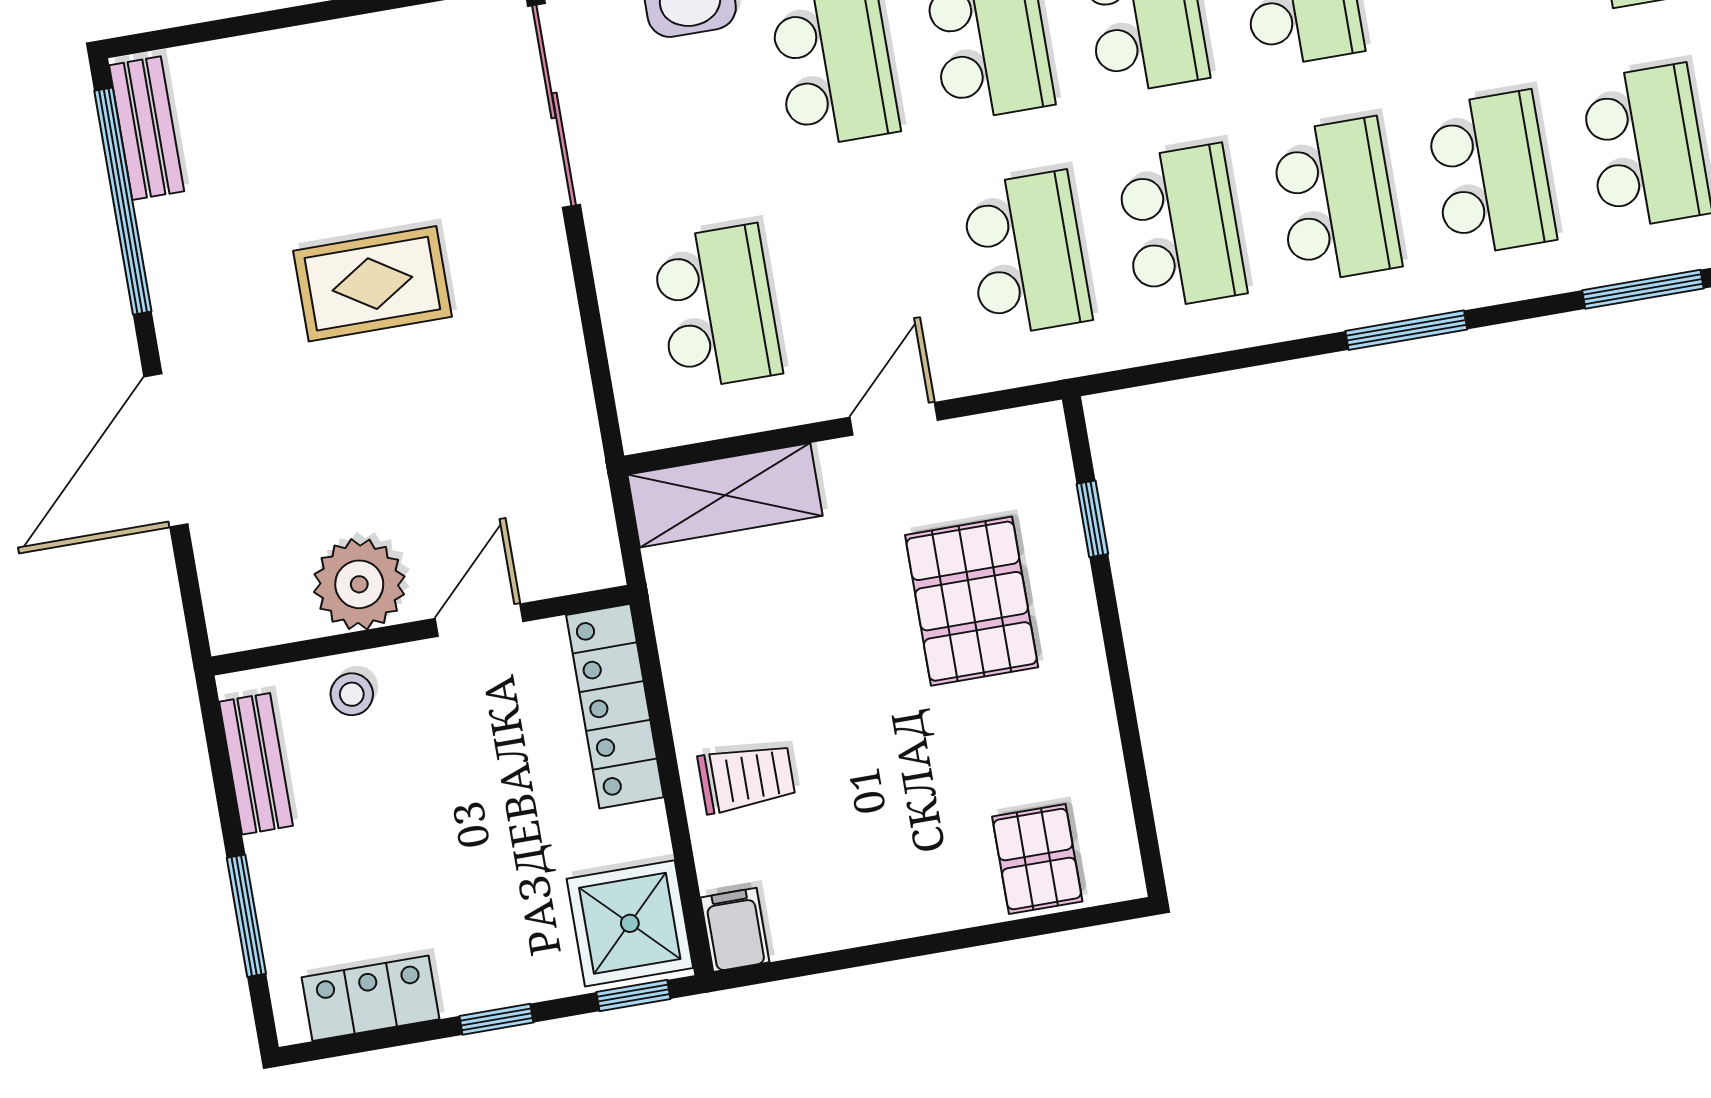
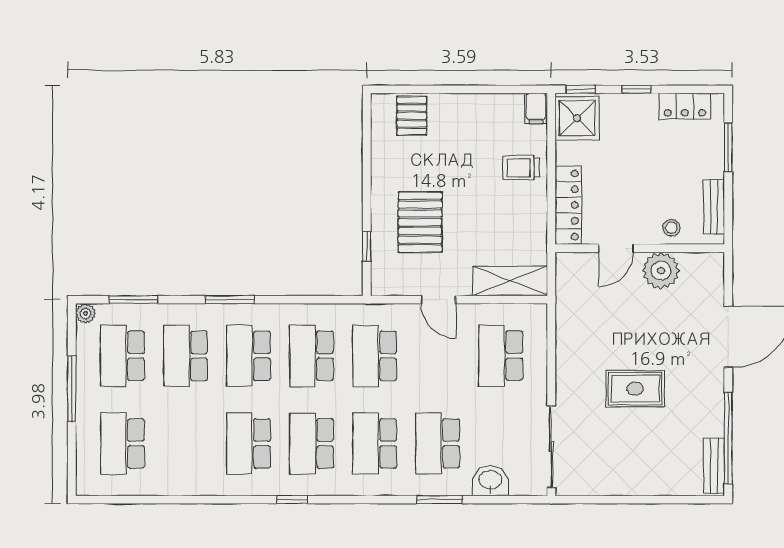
door: (894, 419) -> (438, 300), hinge flipped

